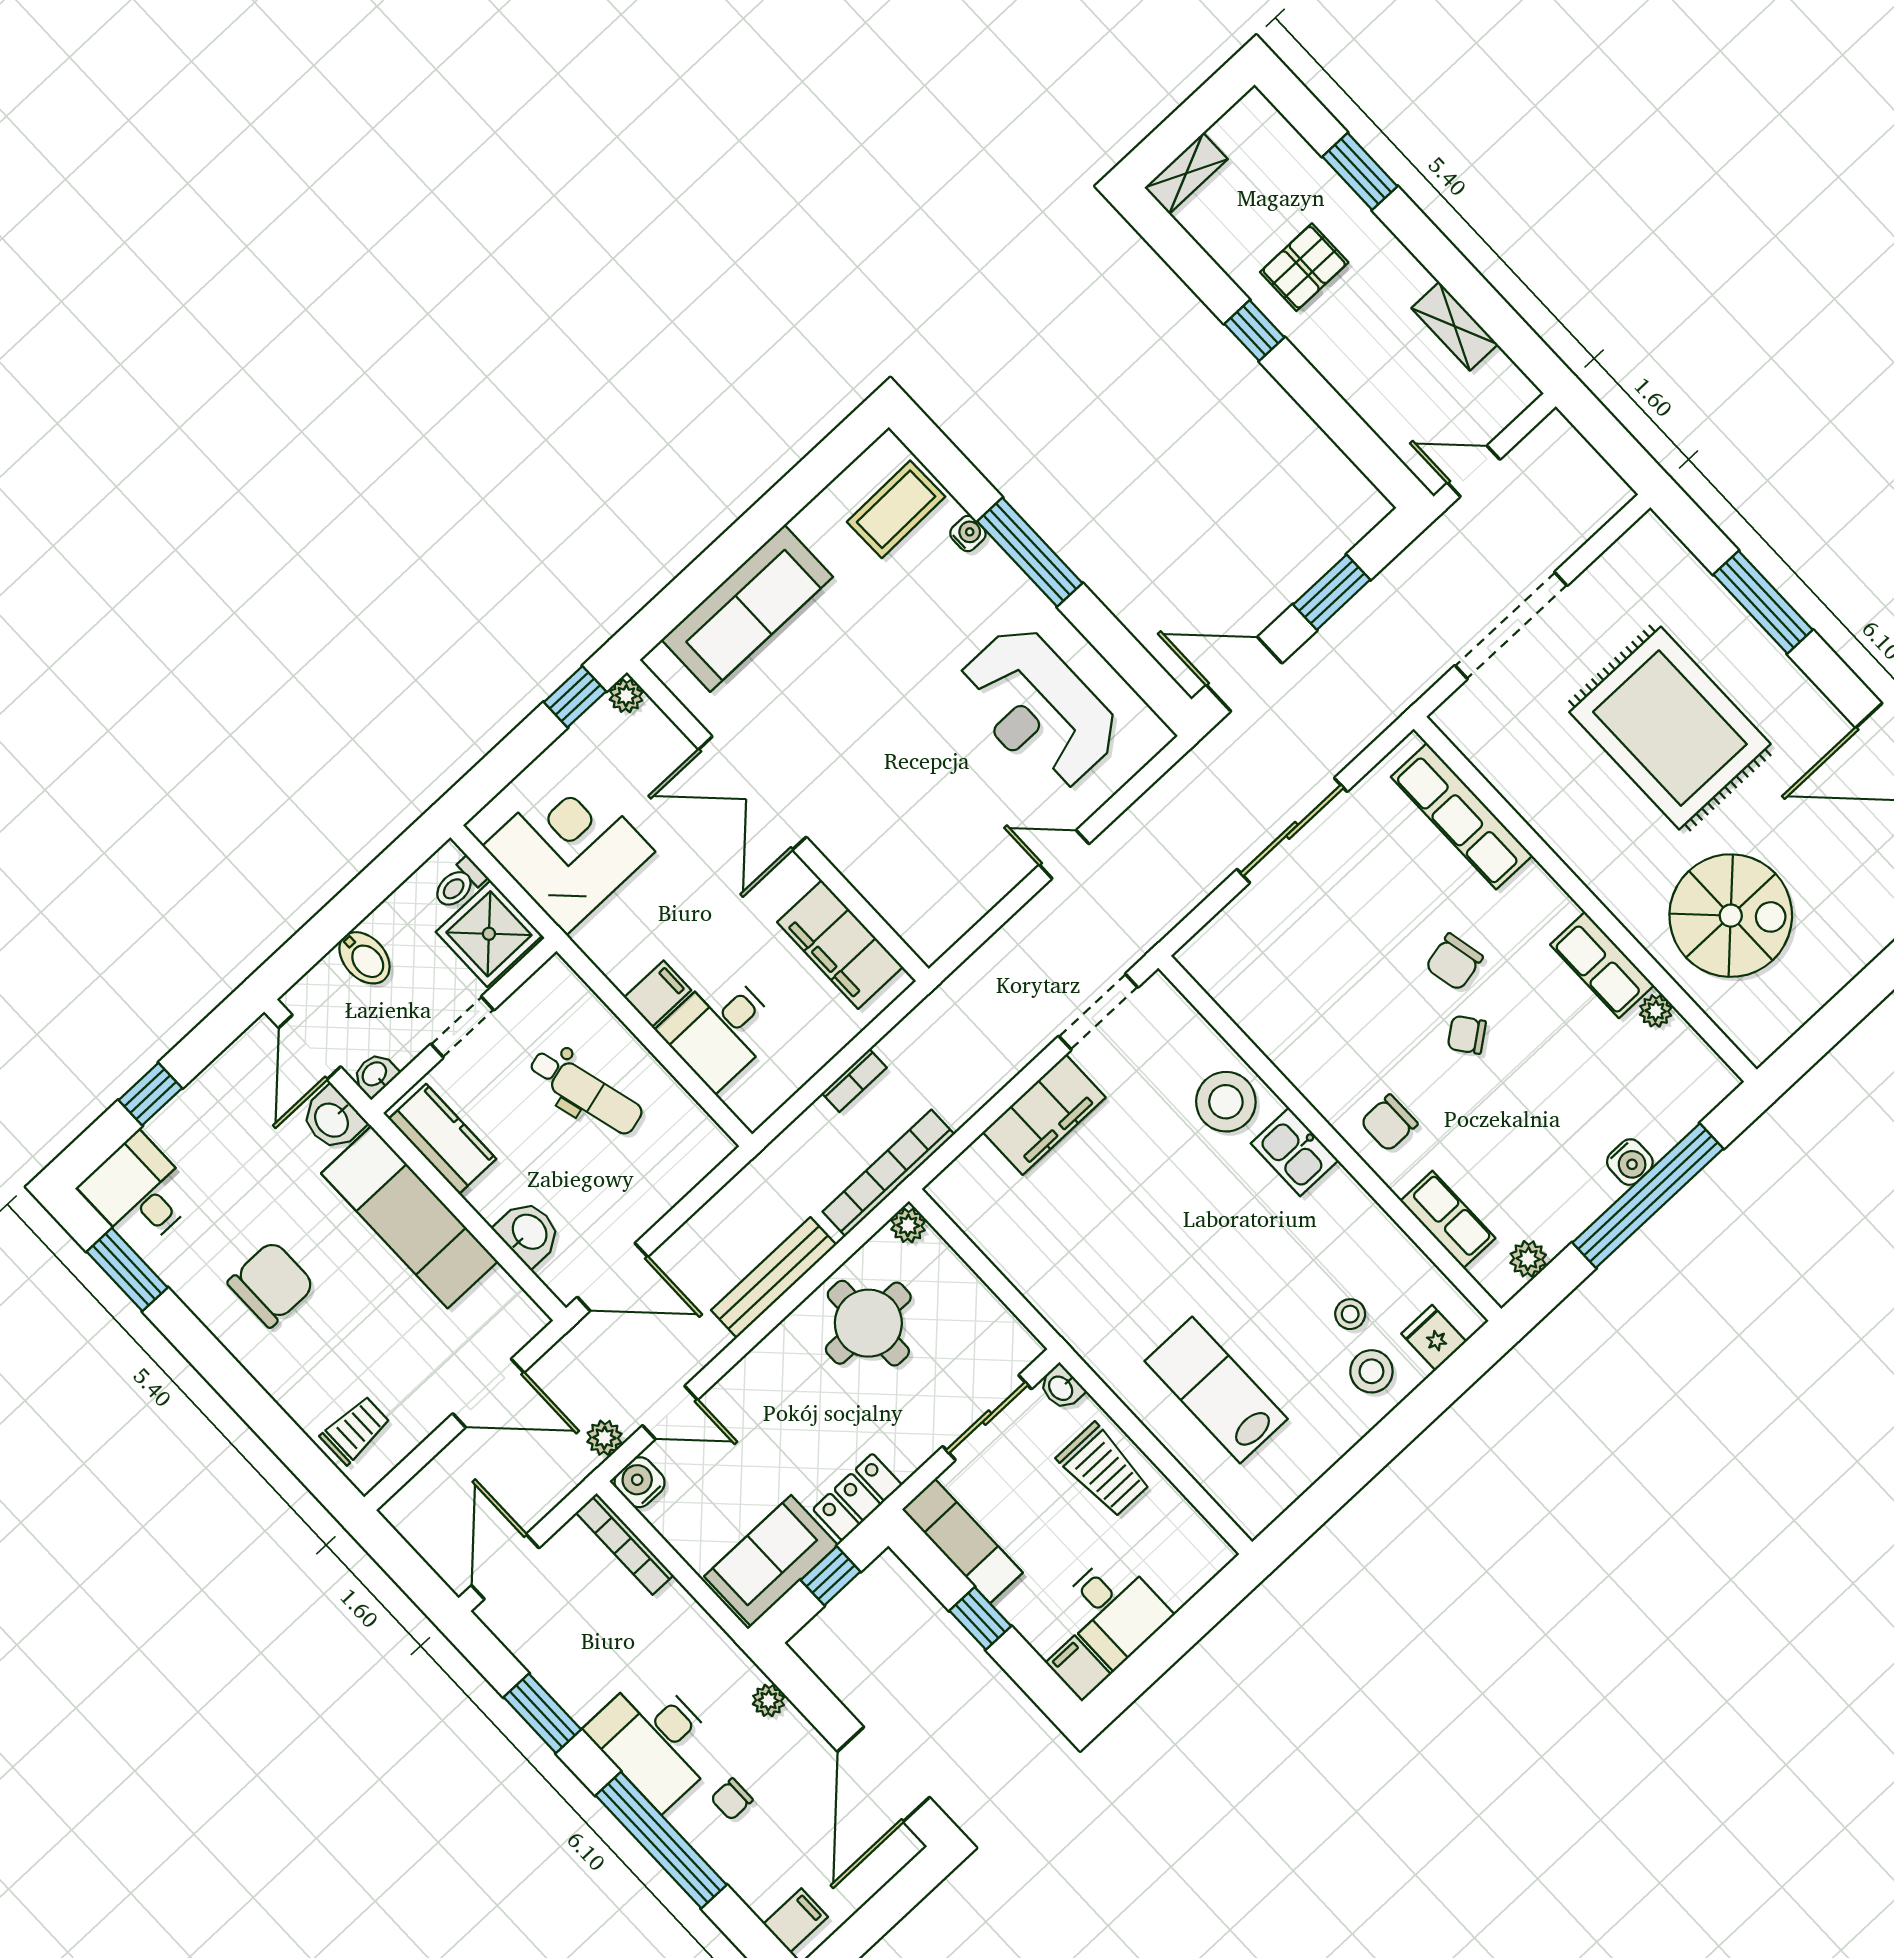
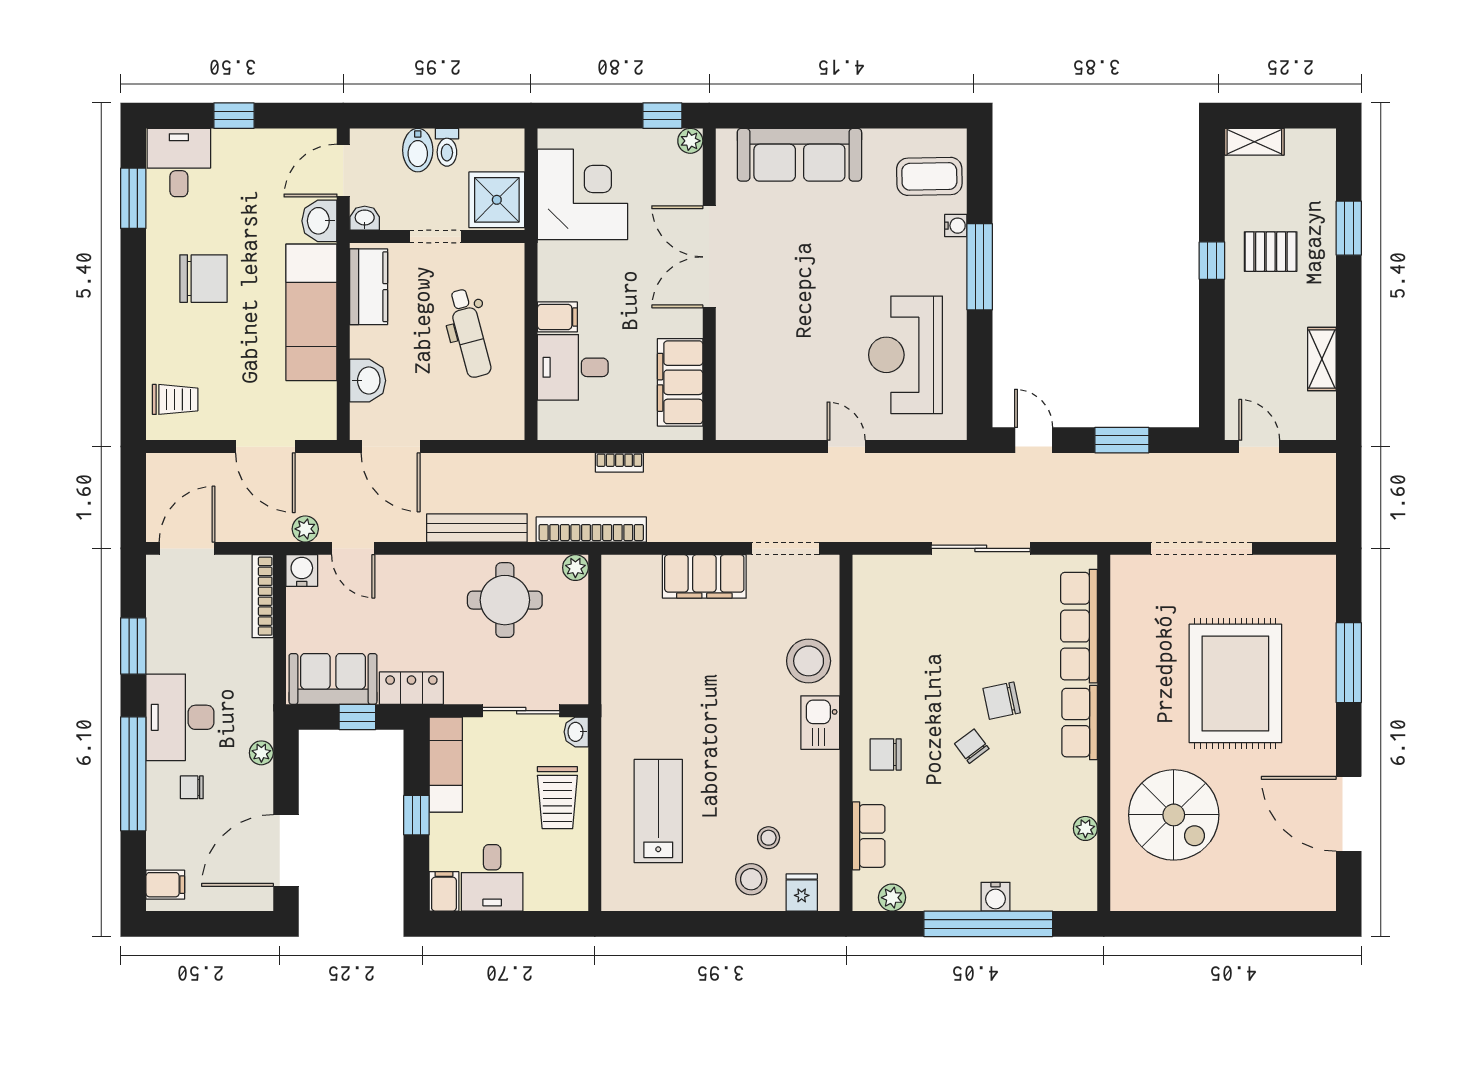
door: (1244, 674) -> (1034, 440), width x0.73
toilet: (459, 884) -> (447, 147), moved, turned -90
row of seats: (1602, 965) -> (1080, 723), moved

